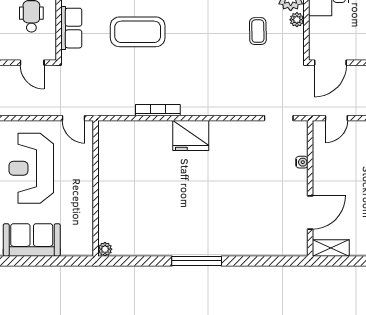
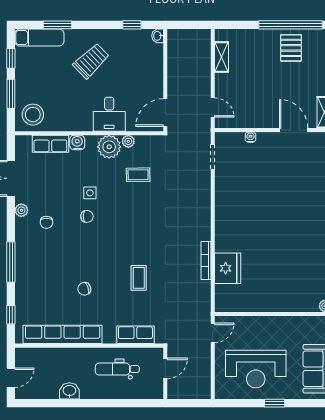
coffee table: (138, 32) -> (139, 278), width x0.54, depth x0.58
door: (330, 63) -> (165, 113), swing flipped
fridge: (191, 135) -> (228, 268), moved

